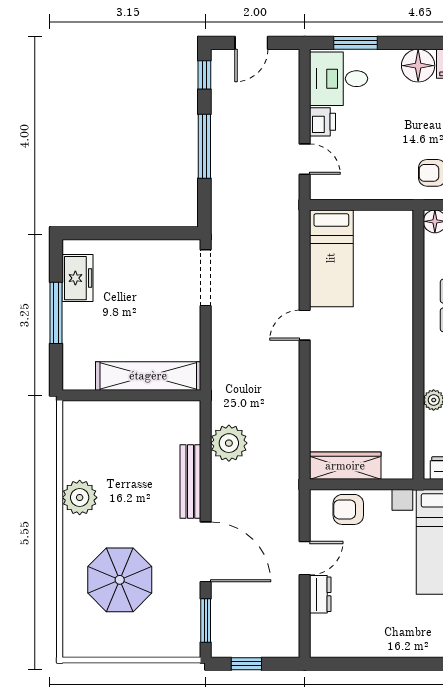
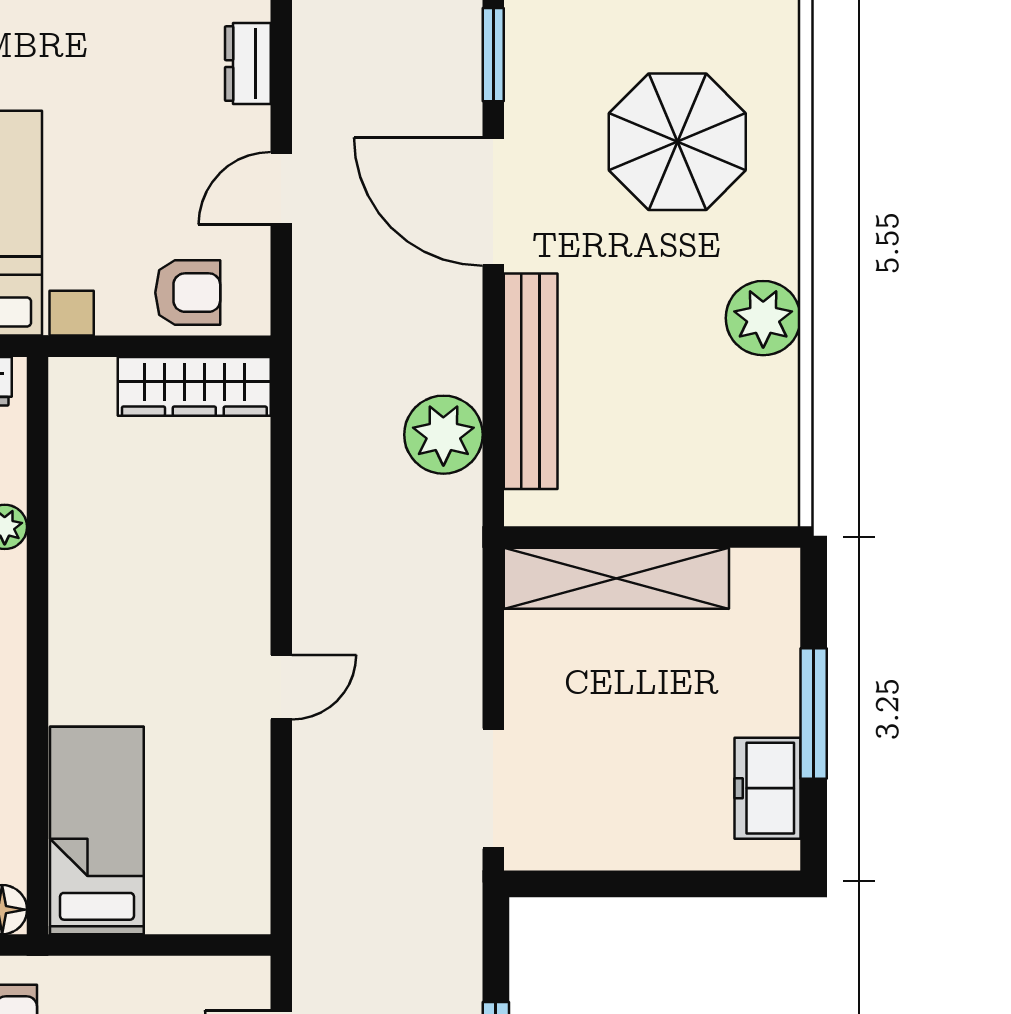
bed: (331, 258) -> (97, 830), moved
bench: (190, 482) -> (531, 381), width x1.37, depth x1.21
dresser: (320, 594) -> (248, 64), moved

